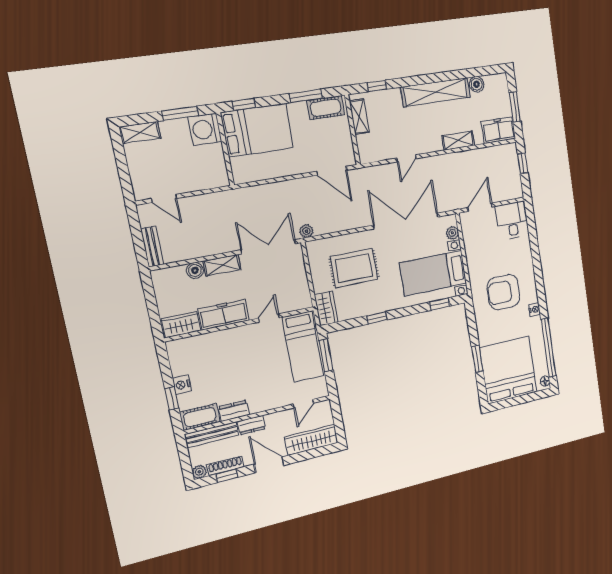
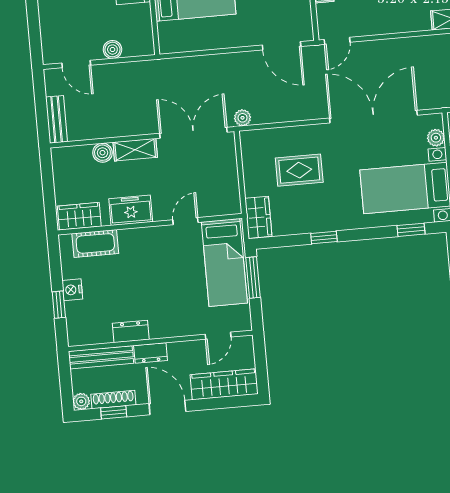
door: (406, 158) -> (337, 41), moved
boiler: (194, 184) -> (112, 50), added
rug: (354, 268) -> (299, 170), width x0.73, depth x0.70
freezer: (224, 315) -> (131, 210), width x0.71
cot: (200, 417) -> (95, 243), moved

